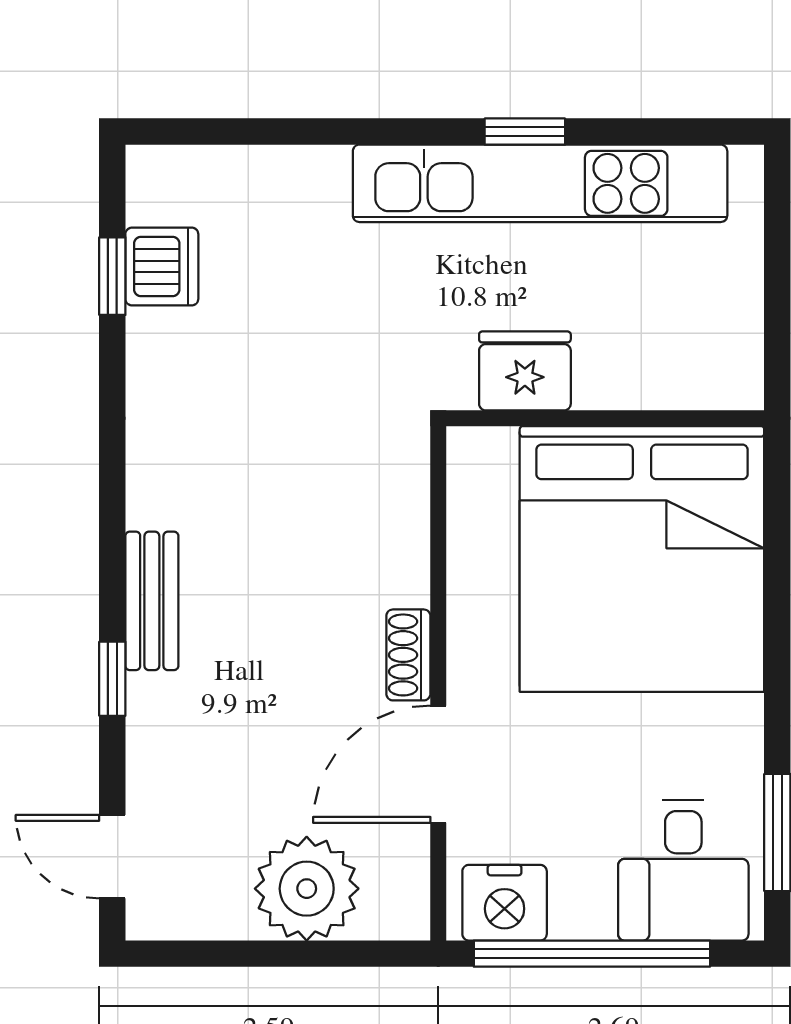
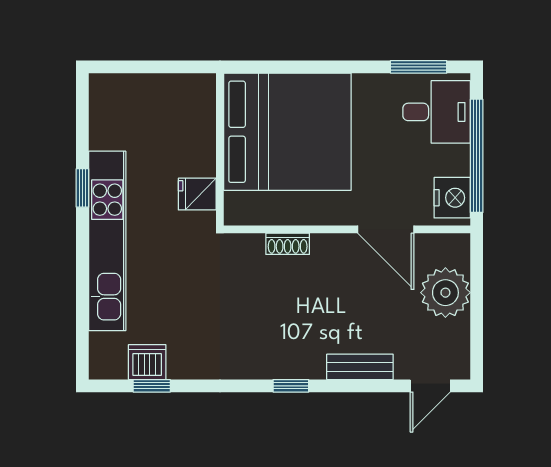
kitchen unit: (540, 183) -> (107, 241), moved
fridge: (525, 371) -> (197, 194), width x0.72
bench: (152, 601) -> (360, 367), moved
shoe rack: (408, 655) -> (288, 244), moved
window: (112, 679) -> (291, 386), moved

